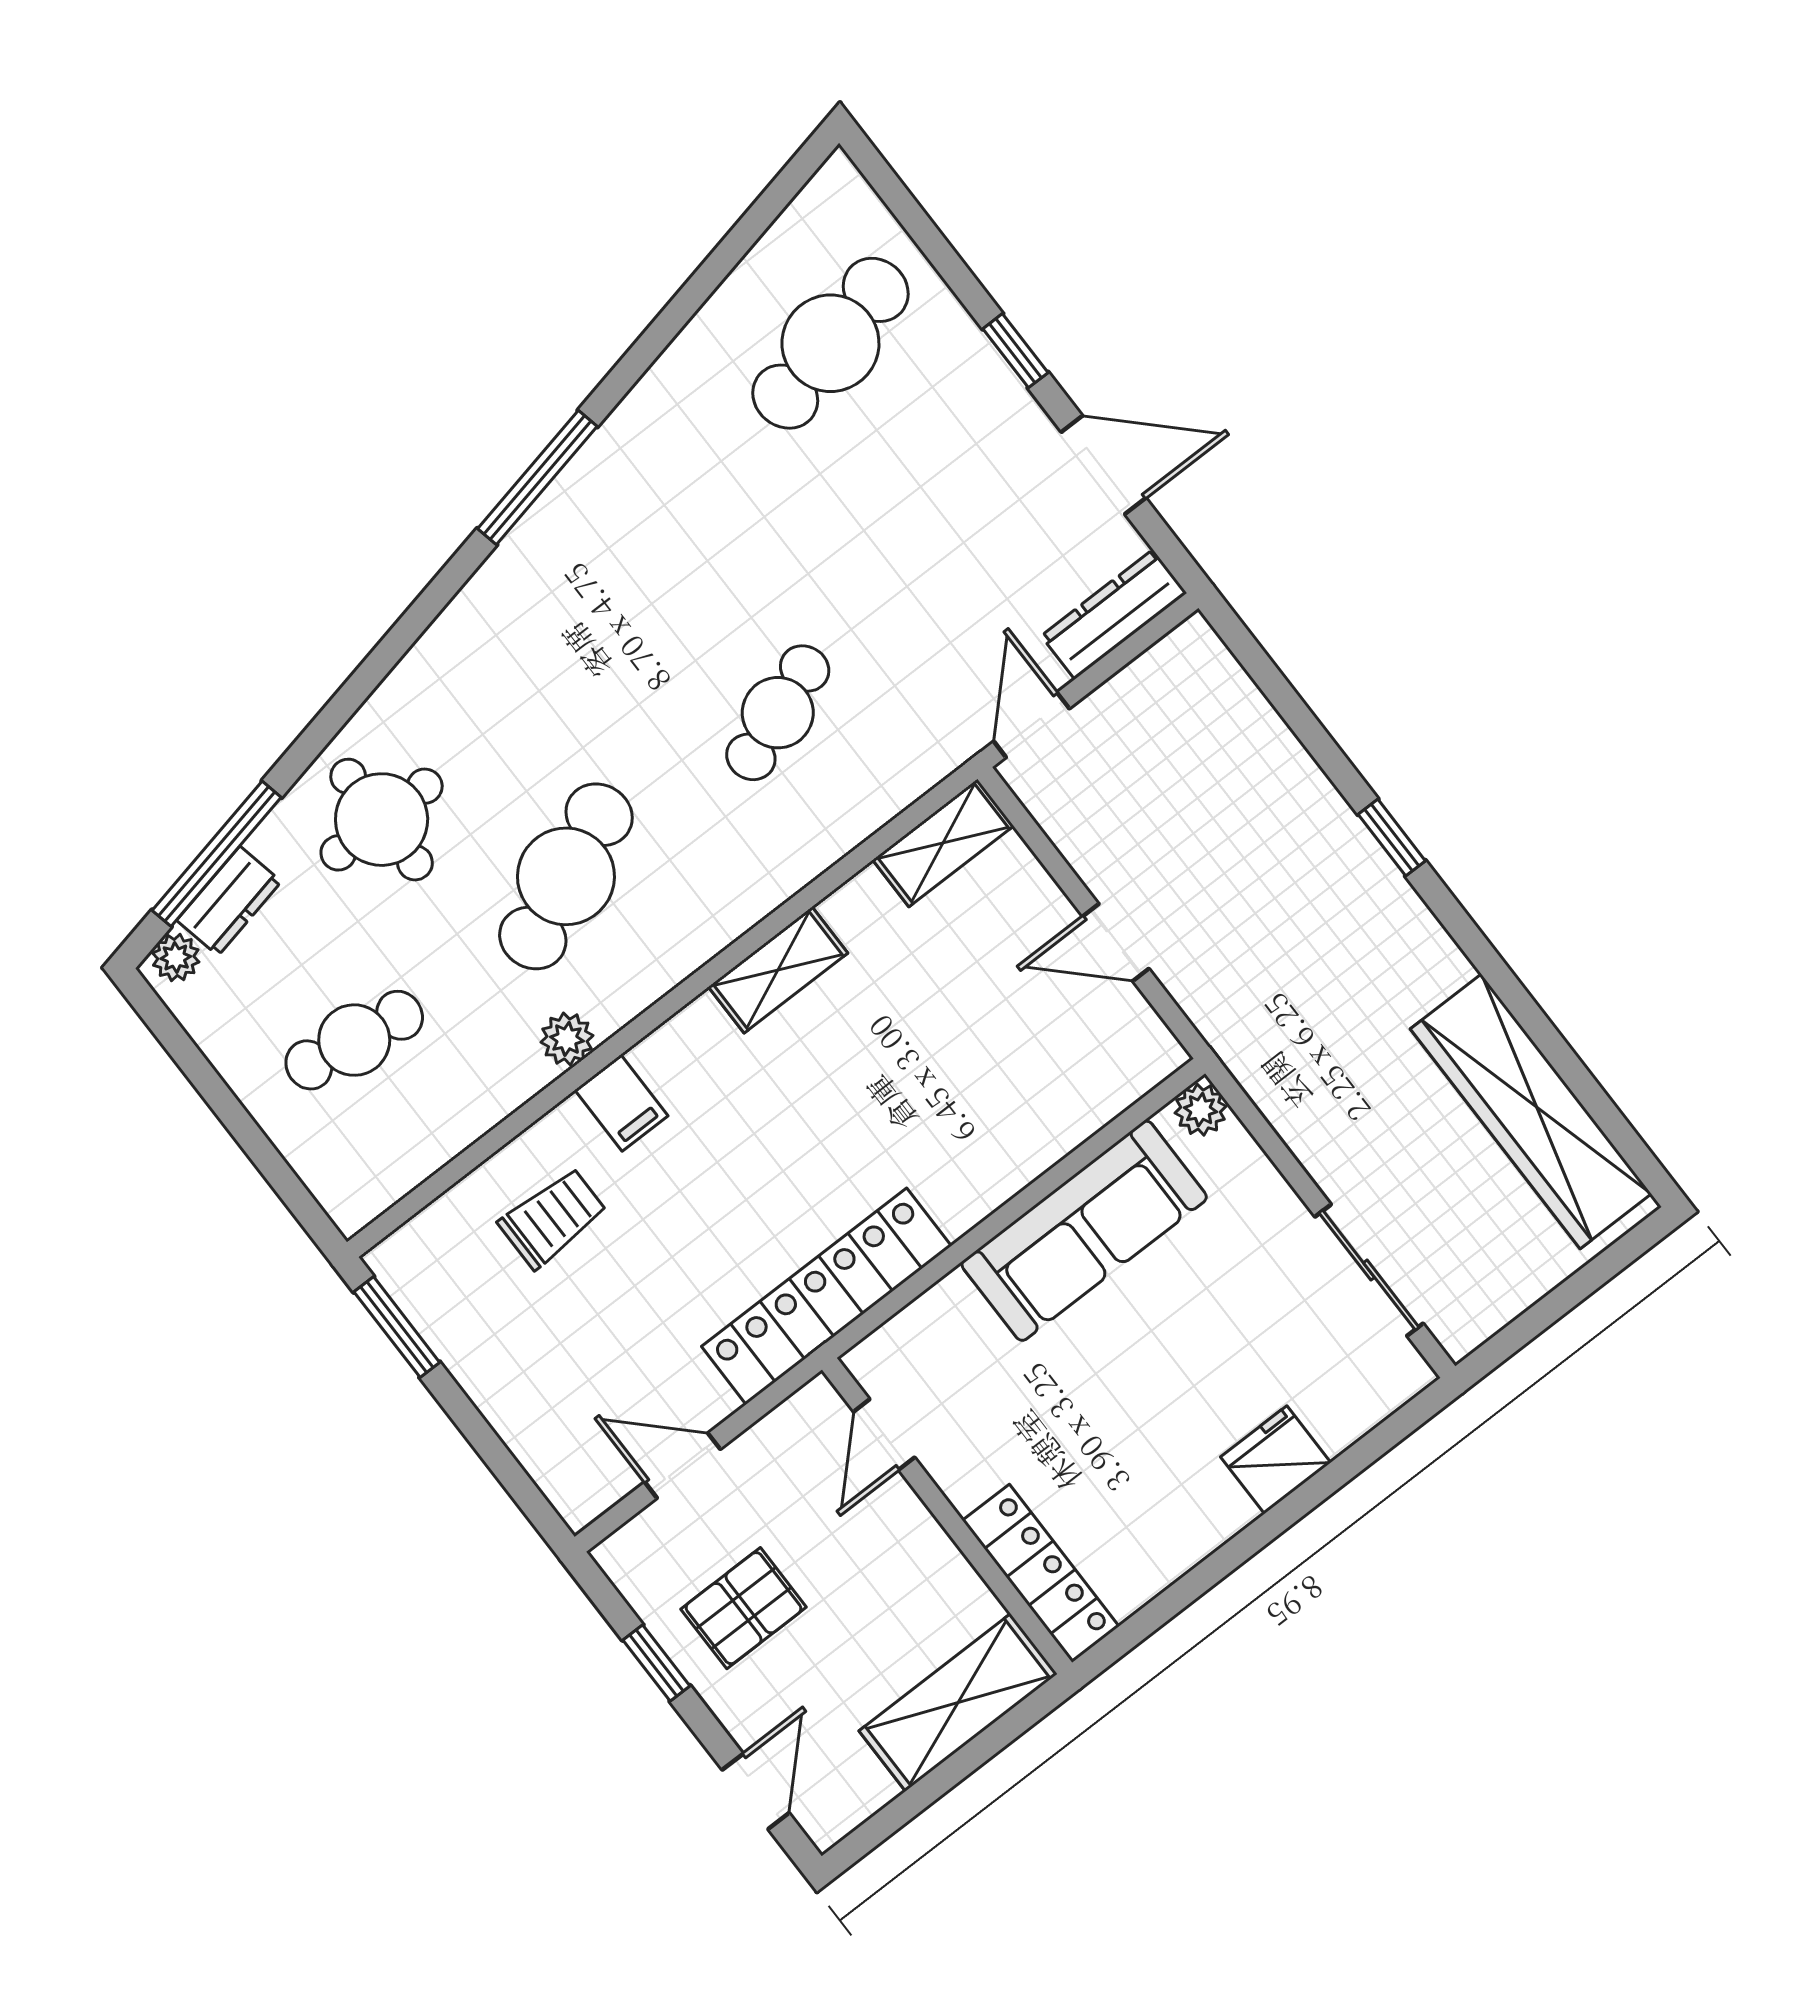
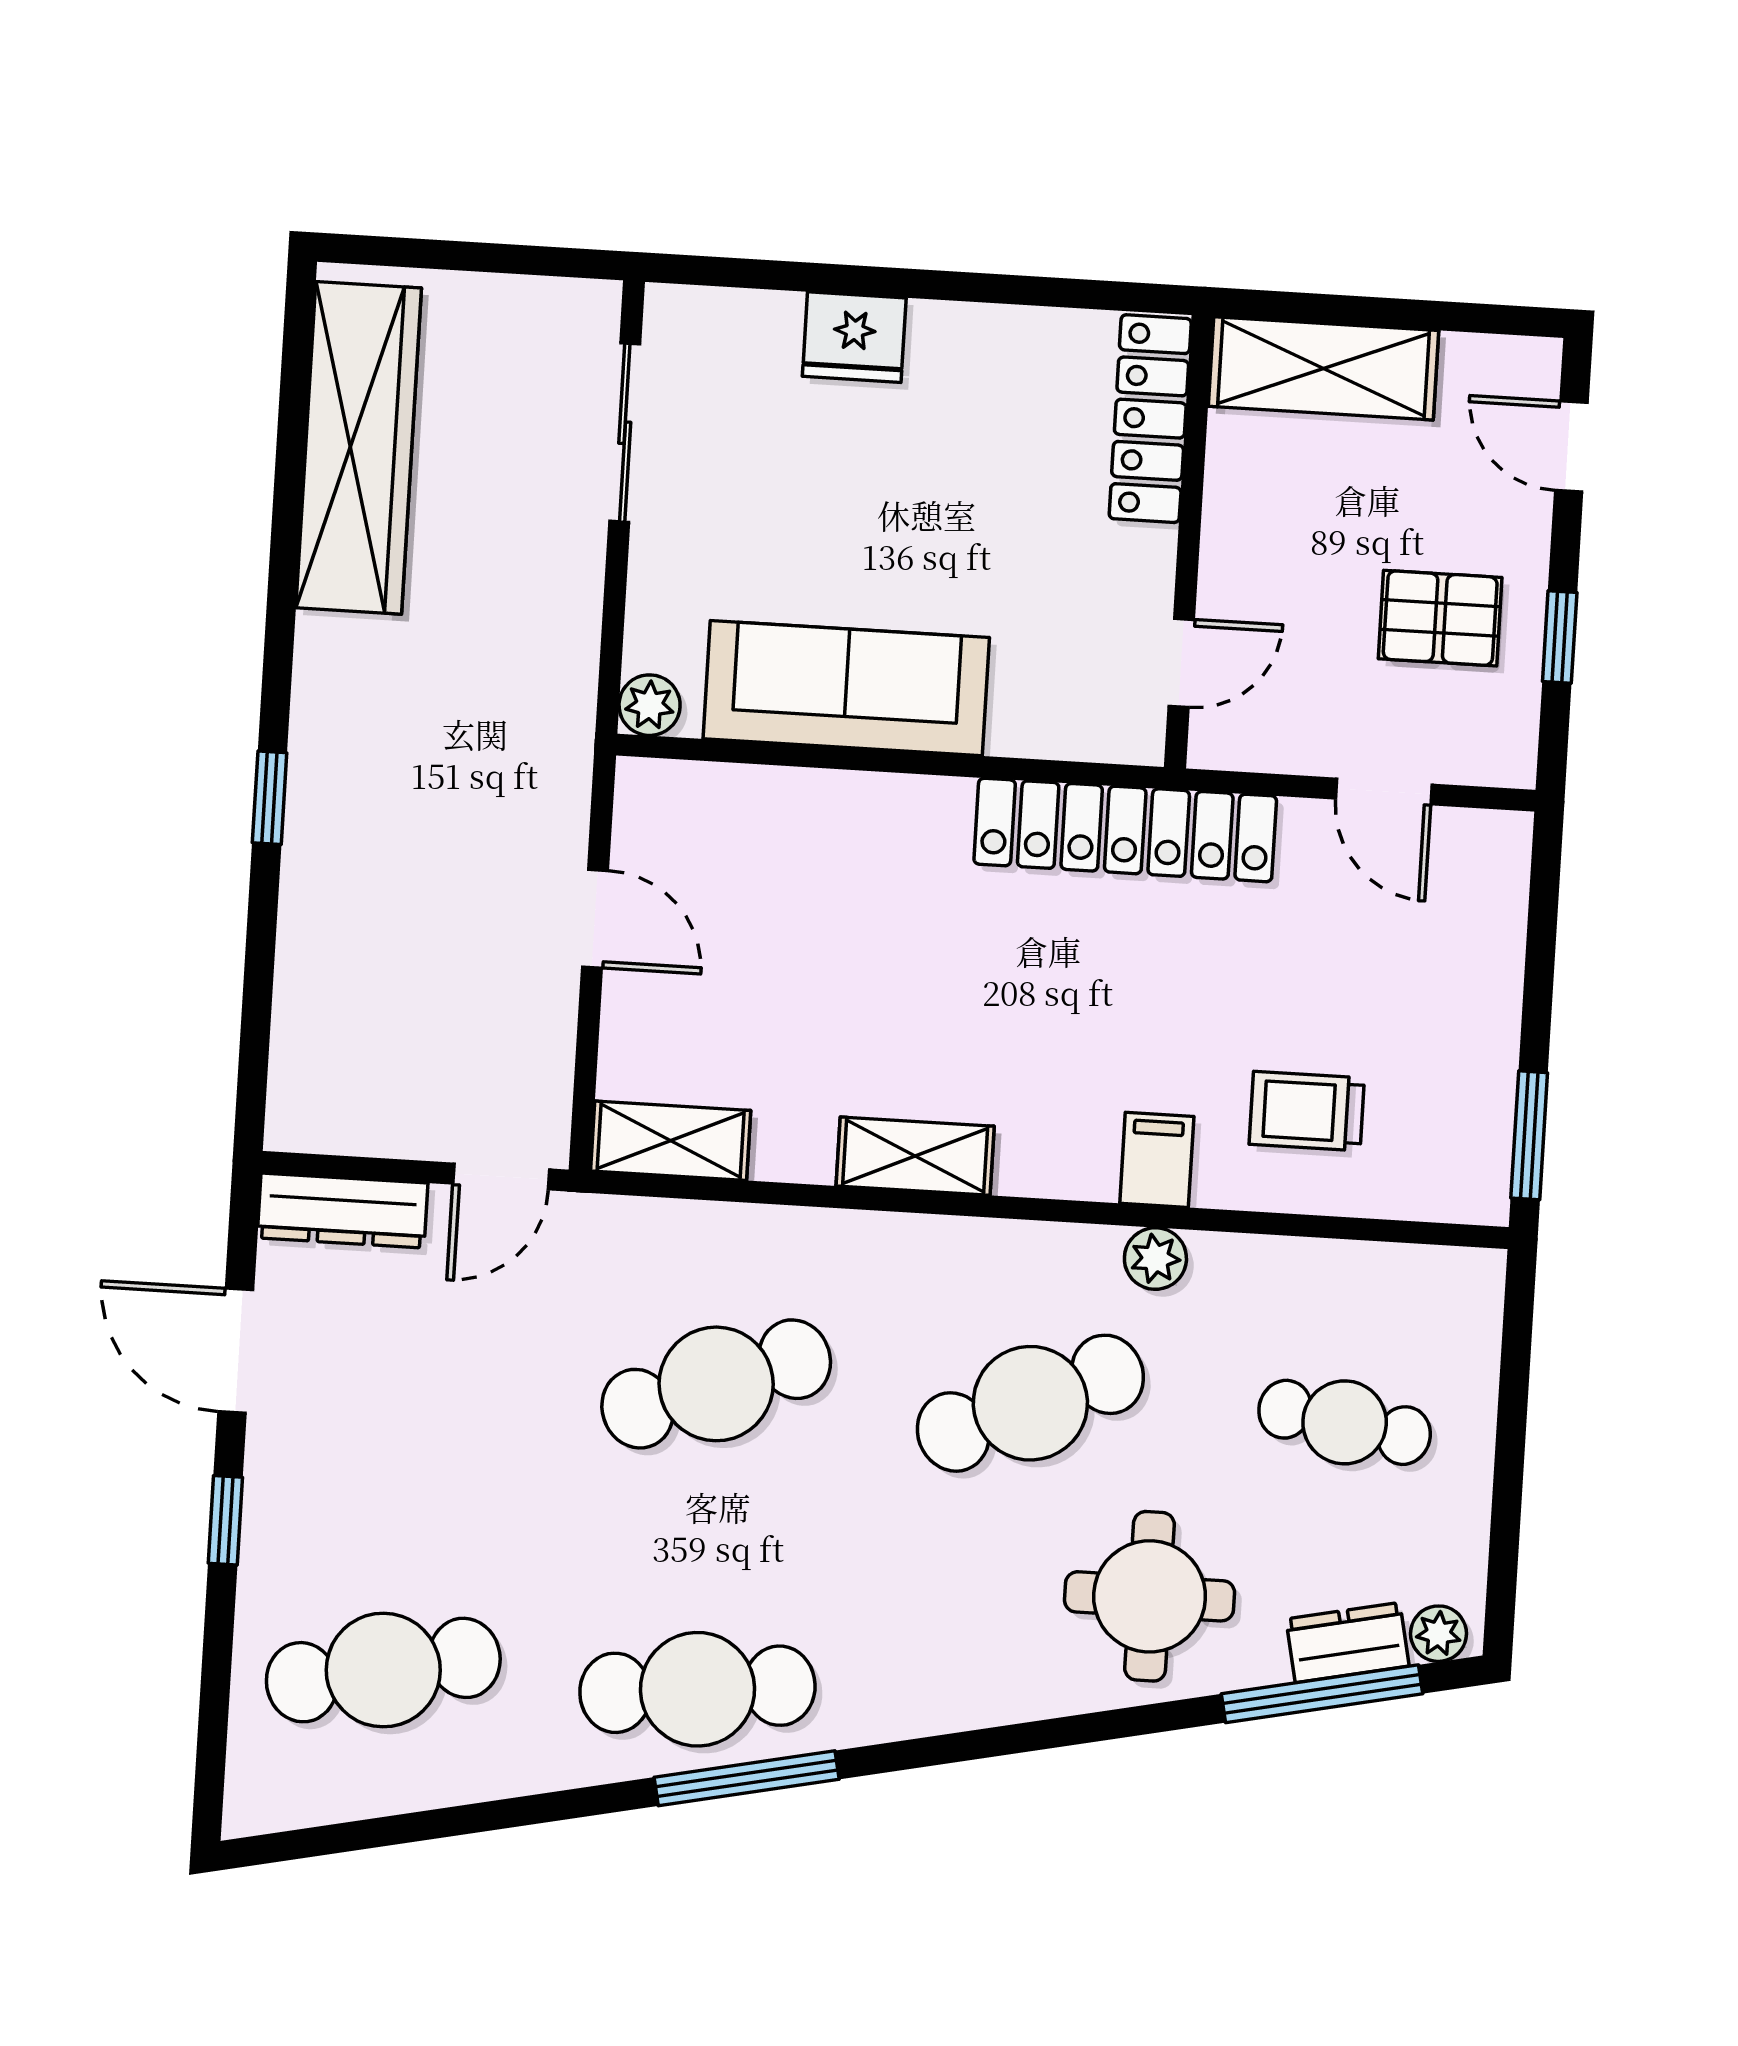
cafe table: (619, 507) -> (697, 1689), added
cafe table: (778, 713) -> (716, 1384), width x1.37, depth x1.35
door: (756, 1791) -> (1571, 447), hinge flipped

